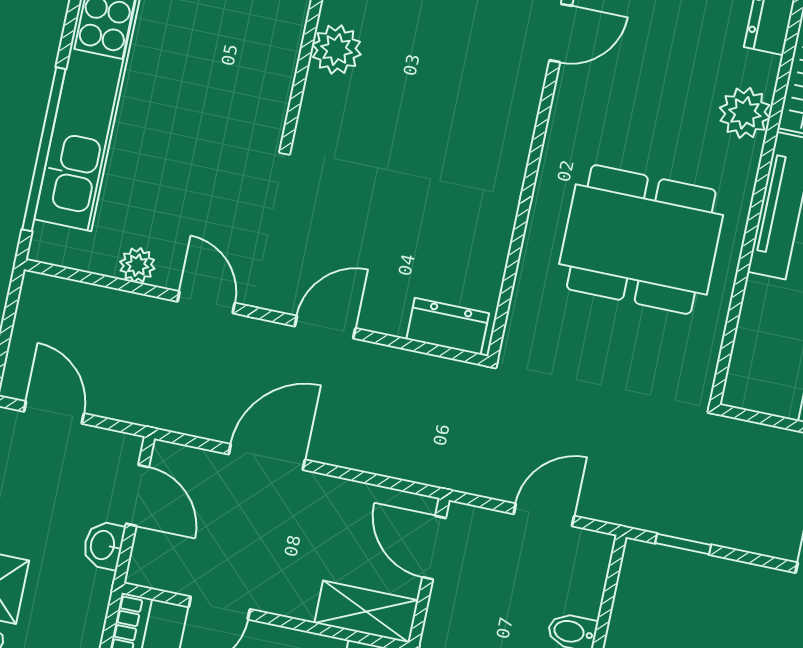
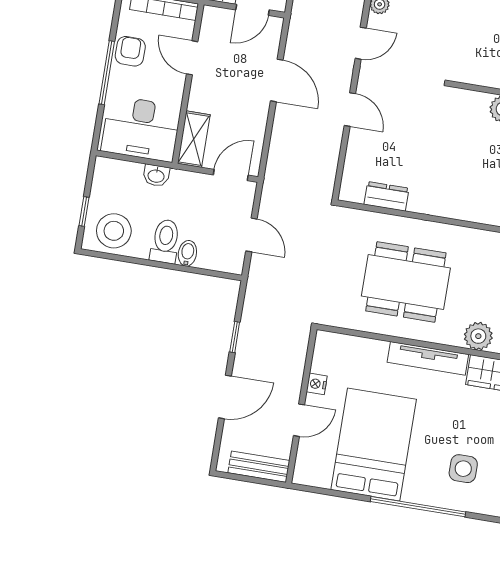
dining table: (641, 240) -> (406, 282), turned 90
dresser: (448, 326) -> (386, 196), moved, turned -90
window: (683, 544) -> (235, 337), moved

